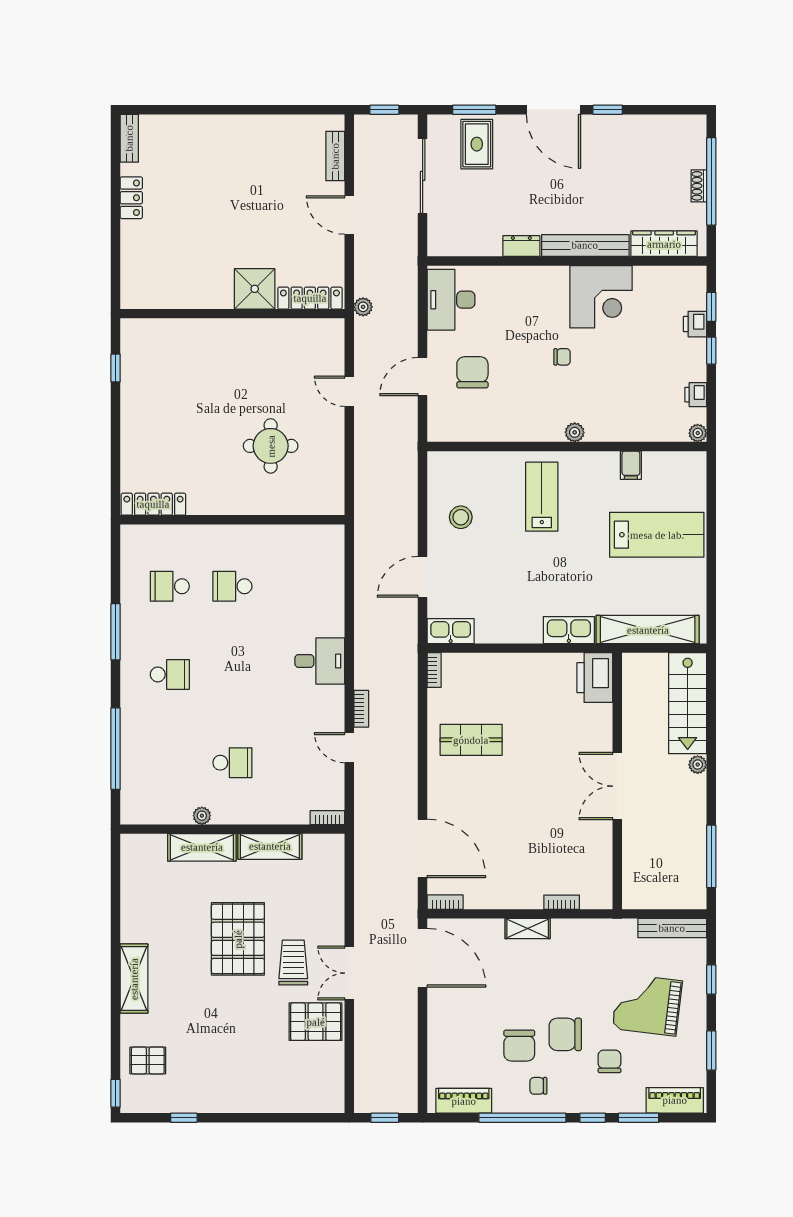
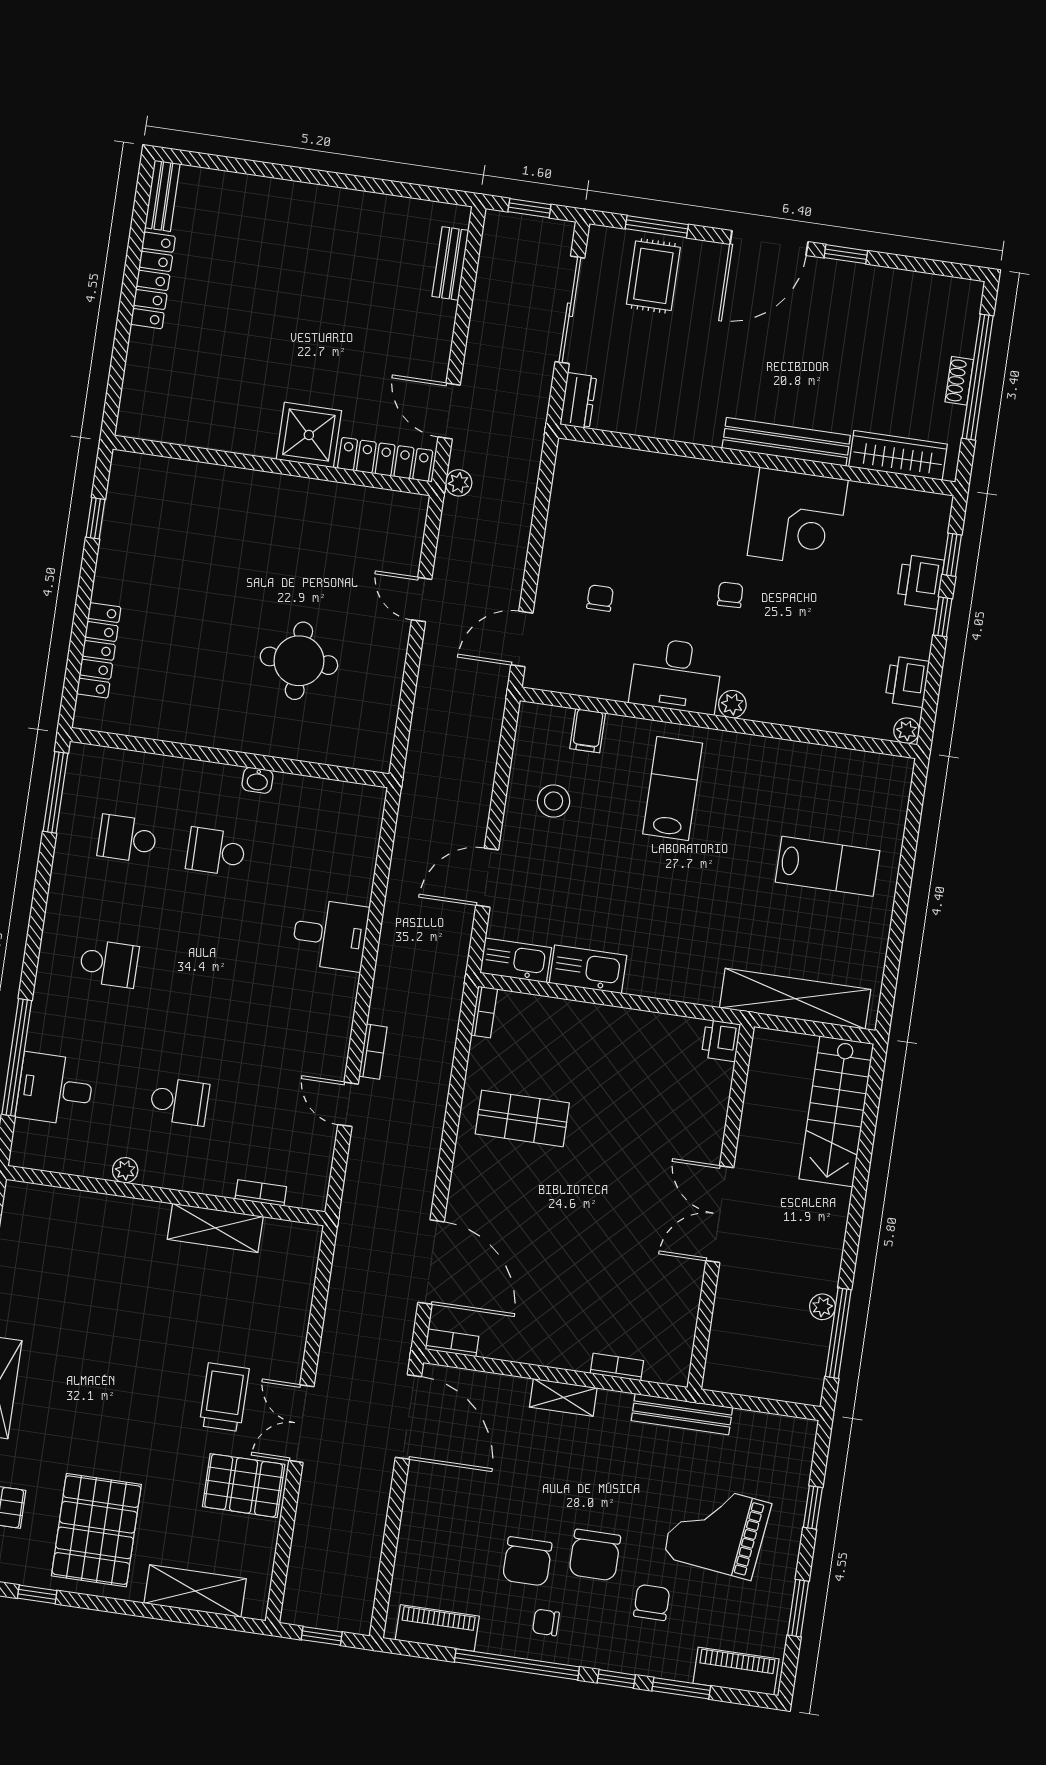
door: (553, 110) -> (769, 243), hinge flipped
locker: (131, 198) -> (153, 280), width x1.53
door: (349, 215) -> (449, 411), moved
dresser: (521, 246) -> (578, 401), moved, turned 90
desk: (451, 300) -> (676, 675), moved, turned -90
printer: (695, 324) -> (920, 582), width x1.36, depth x1.24
chair: (562, 357) -> (730, 595), turned -92
chair: (472, 372) -> (600, 598), width x0.54, depth x0.54
door: (423, 377) -> (522, 639), moved
printer: (696, 395) -> (907, 682), width x1.36, depth x1.24
filing cabinet: (631, 465) -> (588, 731), moved
locker: (153, 504) -> (99, 650), moved, turned 90
washbasin: (254, 533) -> (258, 780), added
lab bench: (657, 535) -> (828, 866), width x0.73, depth x0.72
kitchen sink: (569, 630) -> (588, 969), moved
window: (116, 632) -> (55, 792), moved
desk: (320, 661) -> (330, 935), moved
printer: (595, 678) -> (721, 1041), width x0.53, depth x0.68
plant: (698, 765) -> (822, 1307), moved
desk: (145, 767) -> (55, 1089), added
bookcase: (327, 818) -> (261, 1193), moved
shelving: (202, 847) -> (195, 1591), moved
bench: (672, 928) -> (682, 1414), moved
pallet: (238, 939) -> (96, 1530), moved
chair: (565, 1034) -> (595, 1555), turned -90

